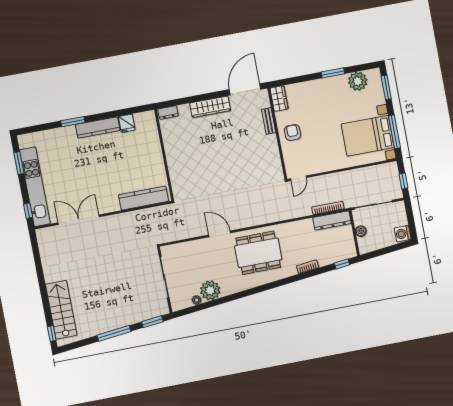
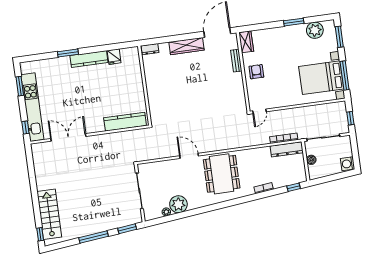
dining table: (258, 253) -> (222, 174), turned 90

